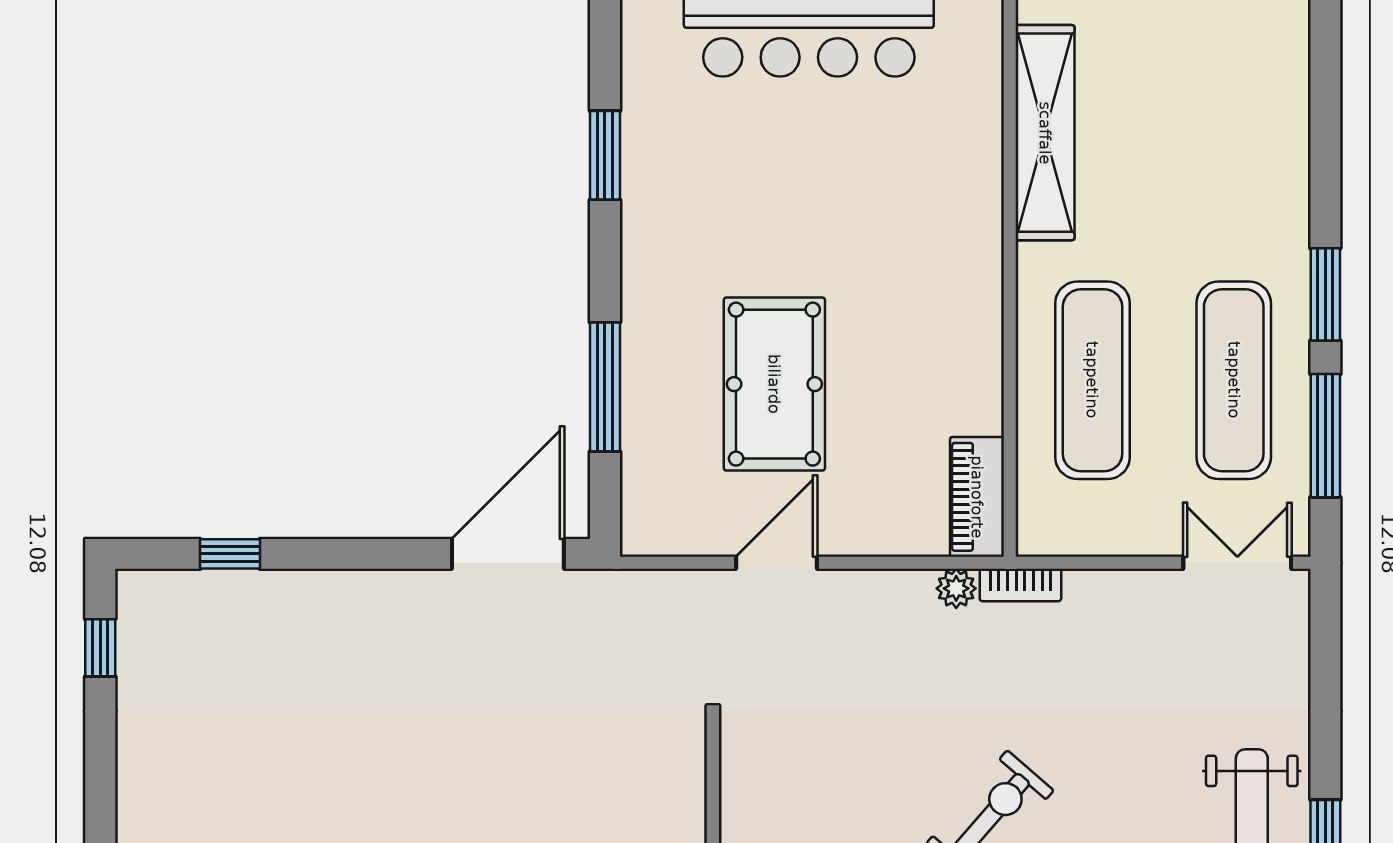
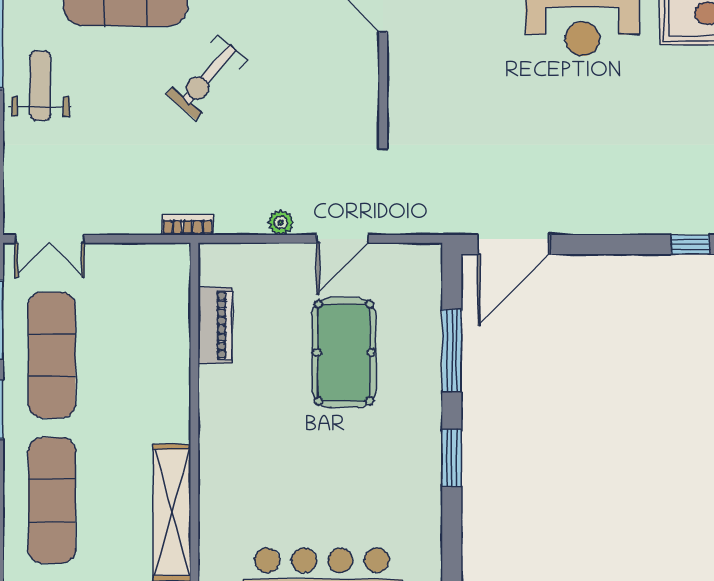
window: (605, 155) -> (452, 458), moved
exercise mat: (1092, 380) -> (52, 500), moved
piano: (977, 497) -> (215, 325), moved
plant: (956, 588) -> (281, 223), moved

